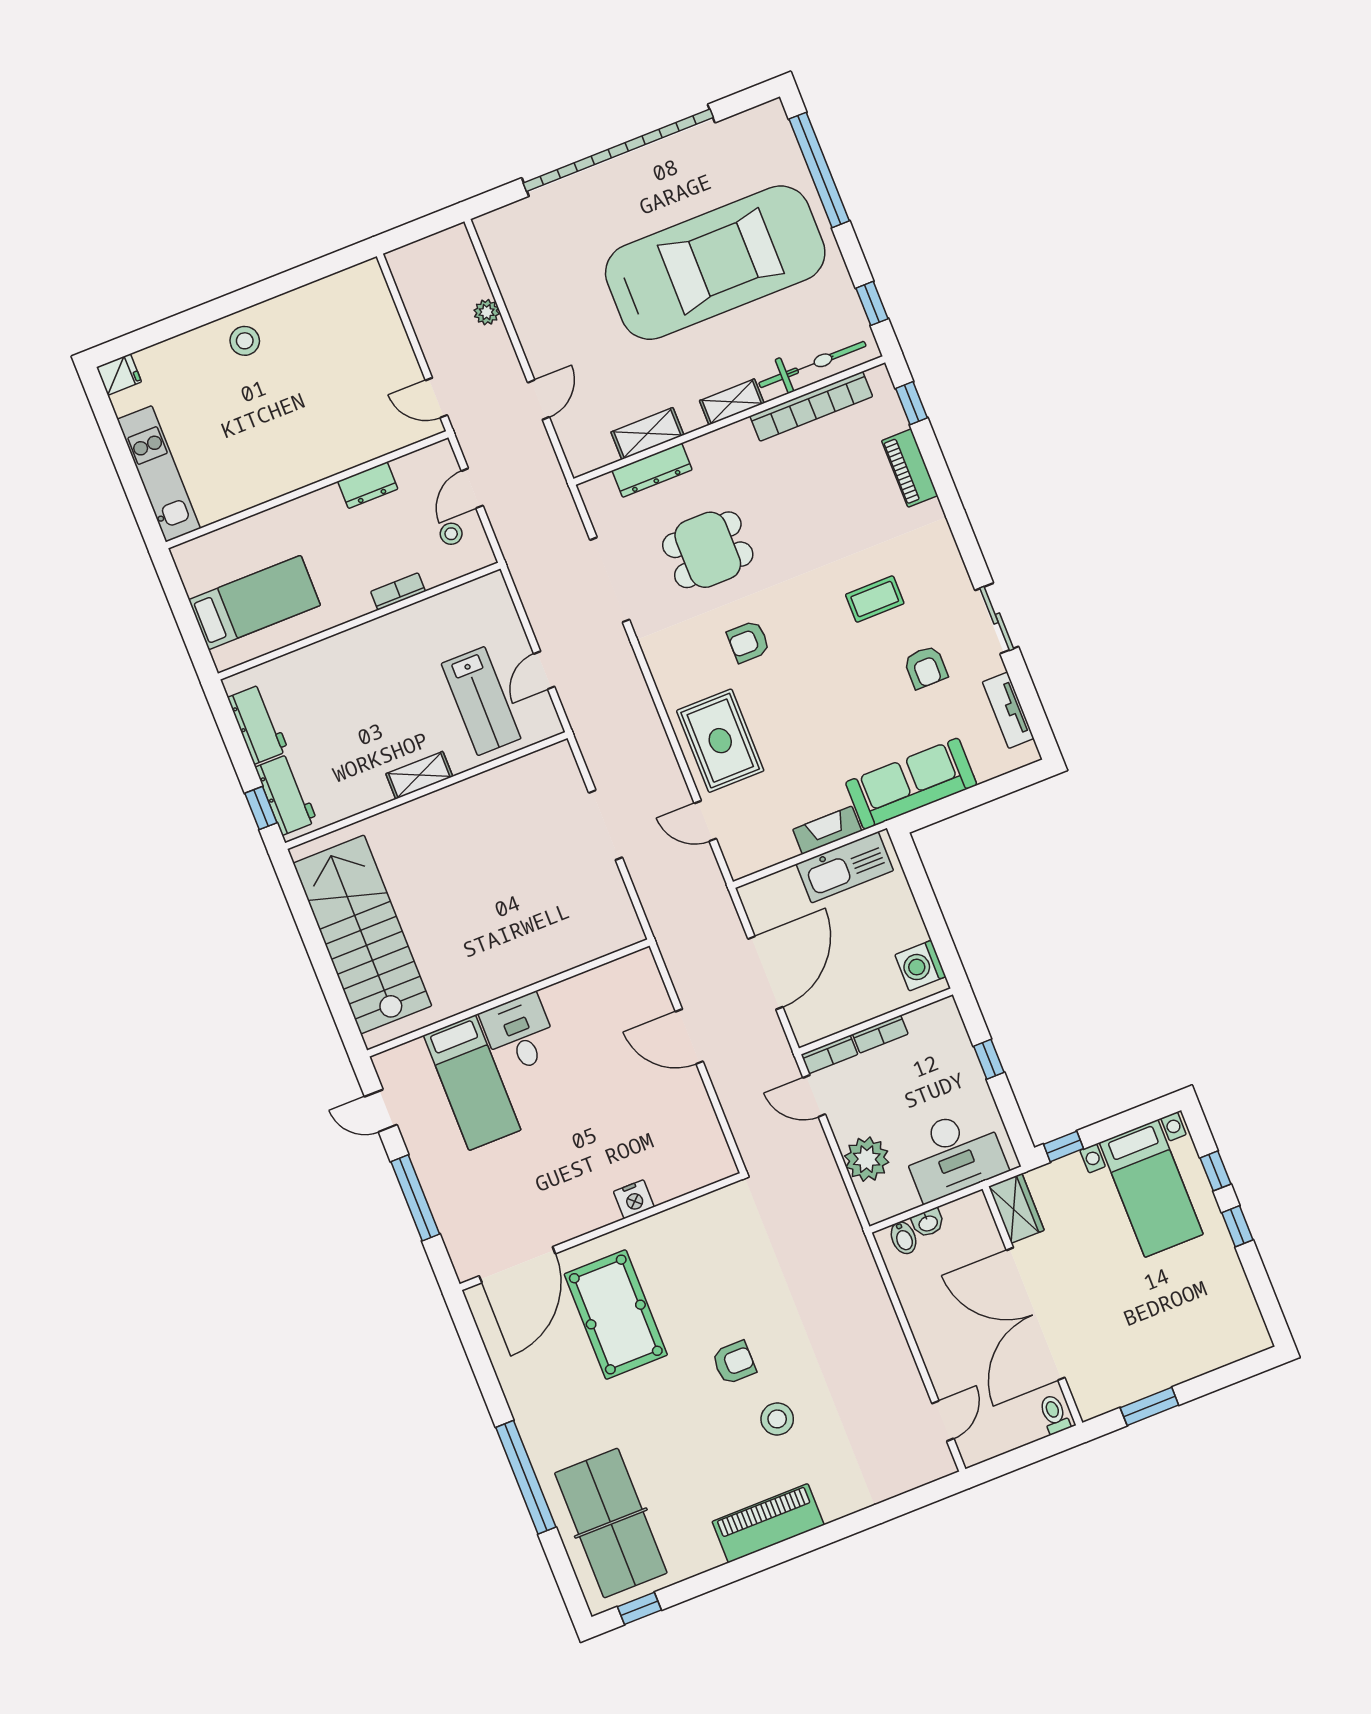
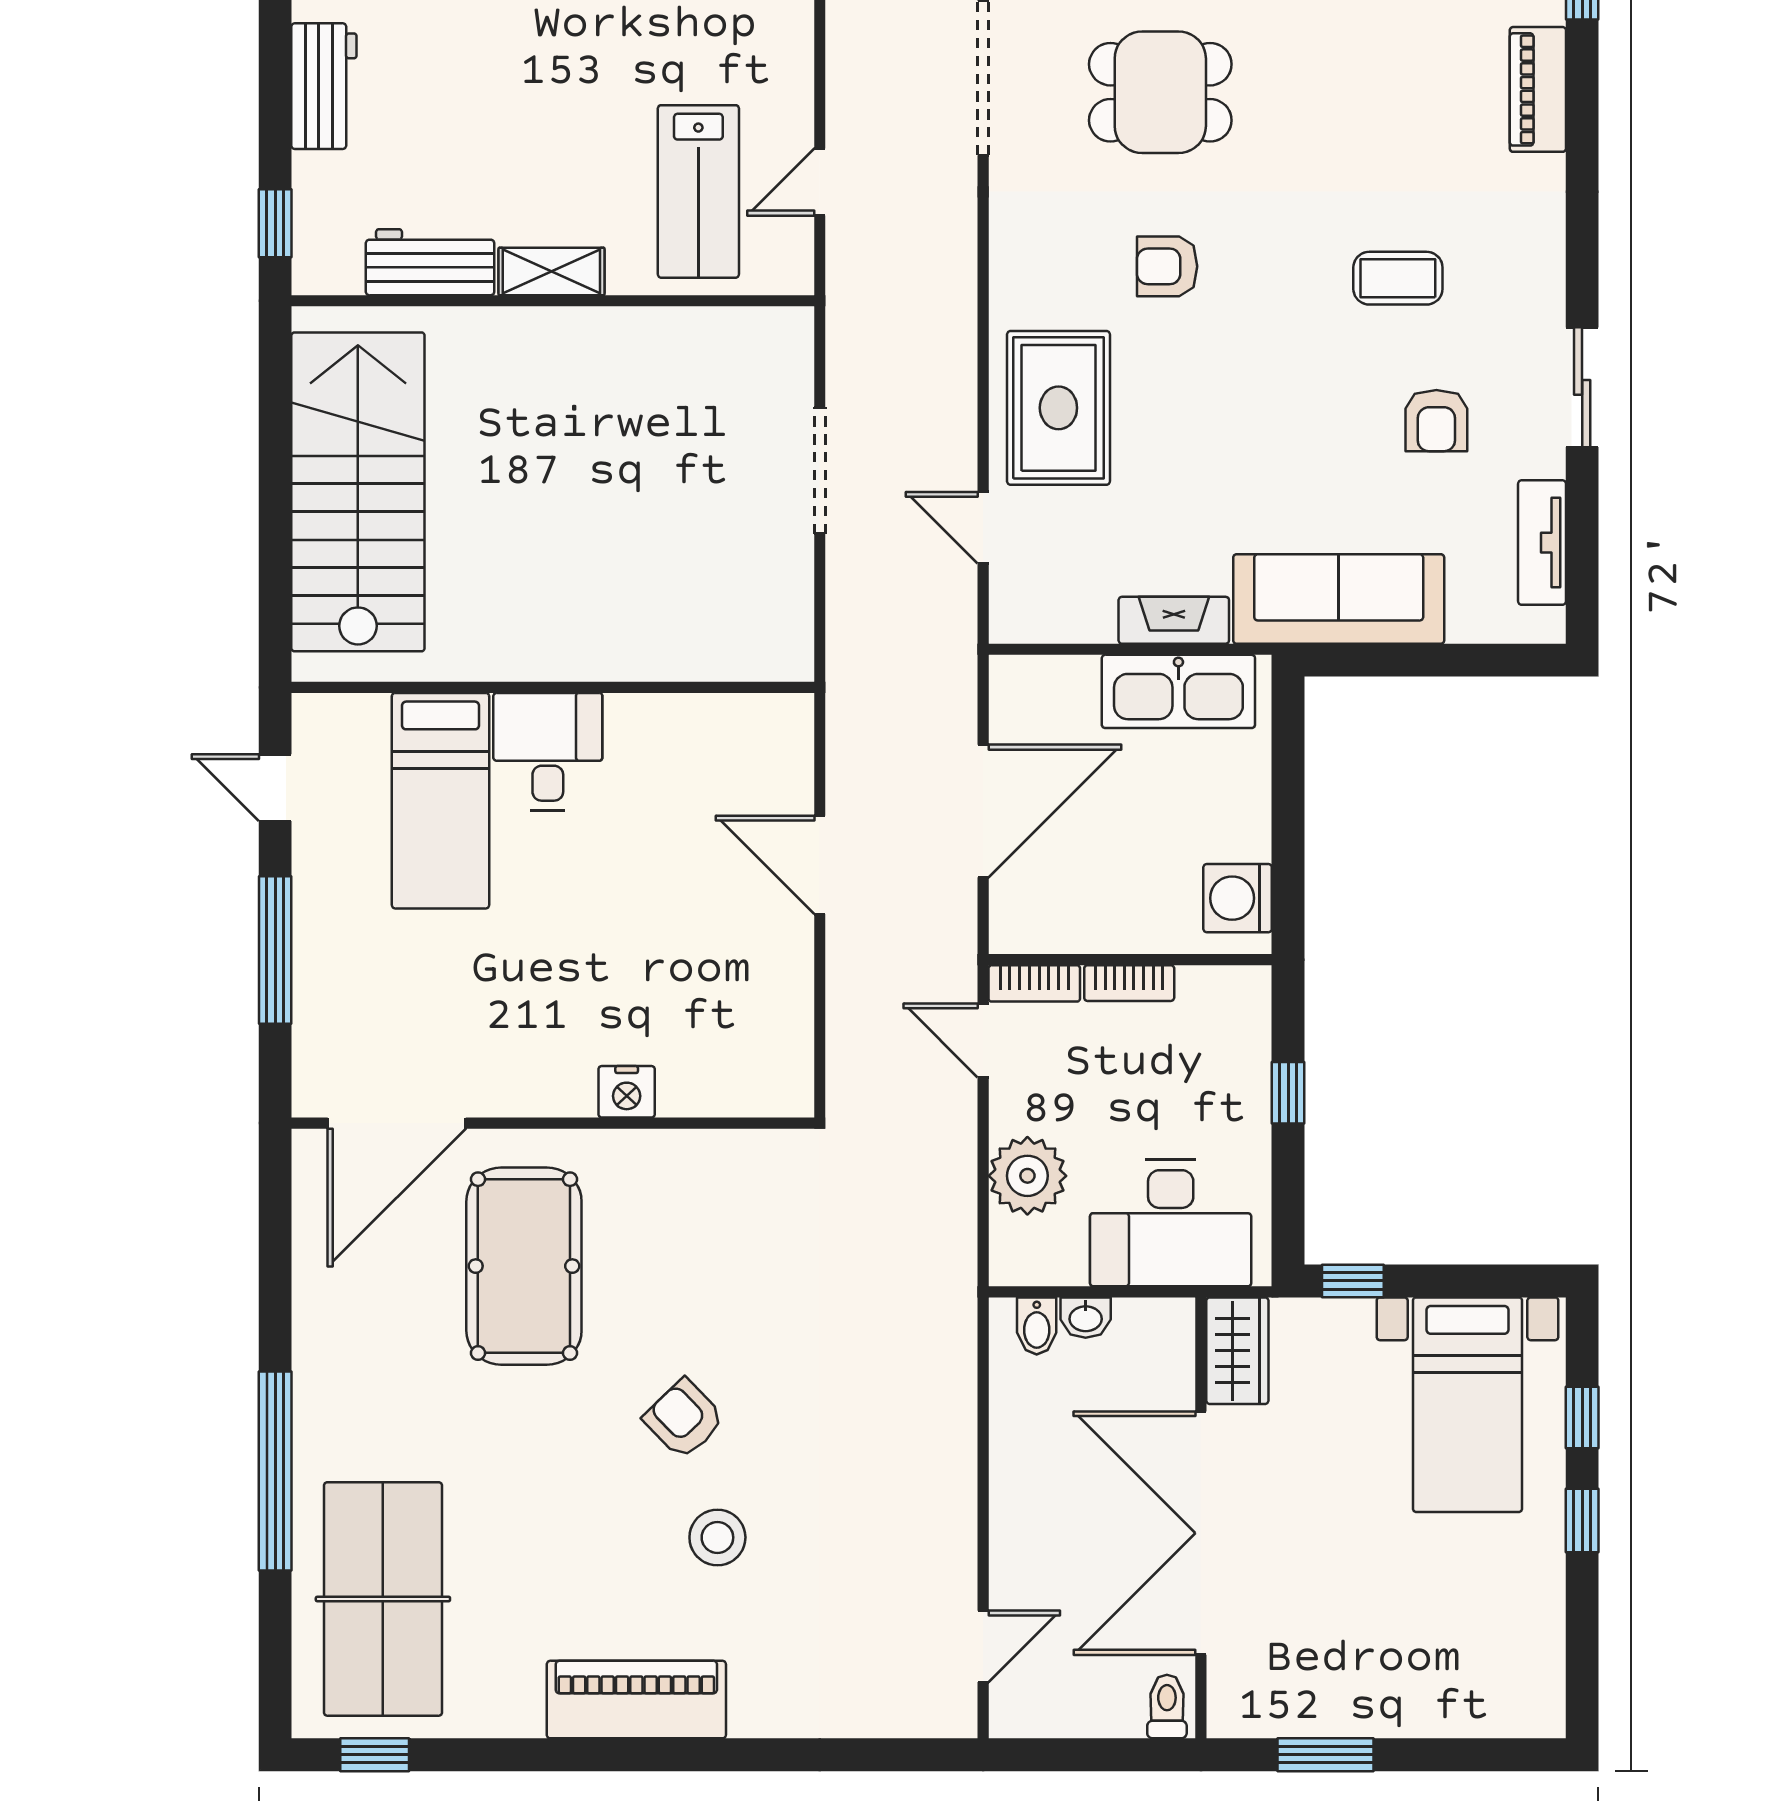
workbench: (286, 794) -> (430, 262), moved, turned -90
armchair: (734, 1363) -> (684, 1419), turned -134

